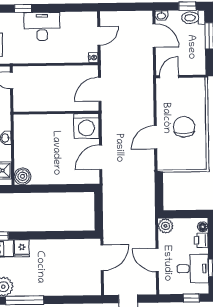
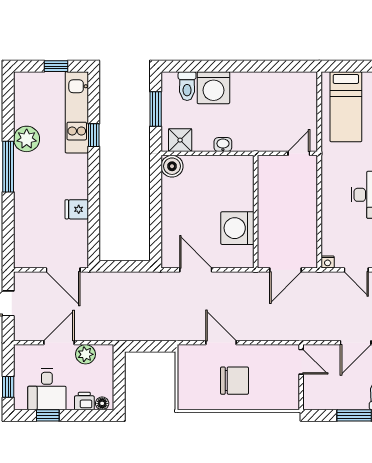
door: (100, 89) -> (286, 270), swing flipped
washing machine: (86, 126) -> (237, 228), moved
plant: (166, 226) -> (85, 354), moved
fridge: (22, 248) -> (77, 209), moved

